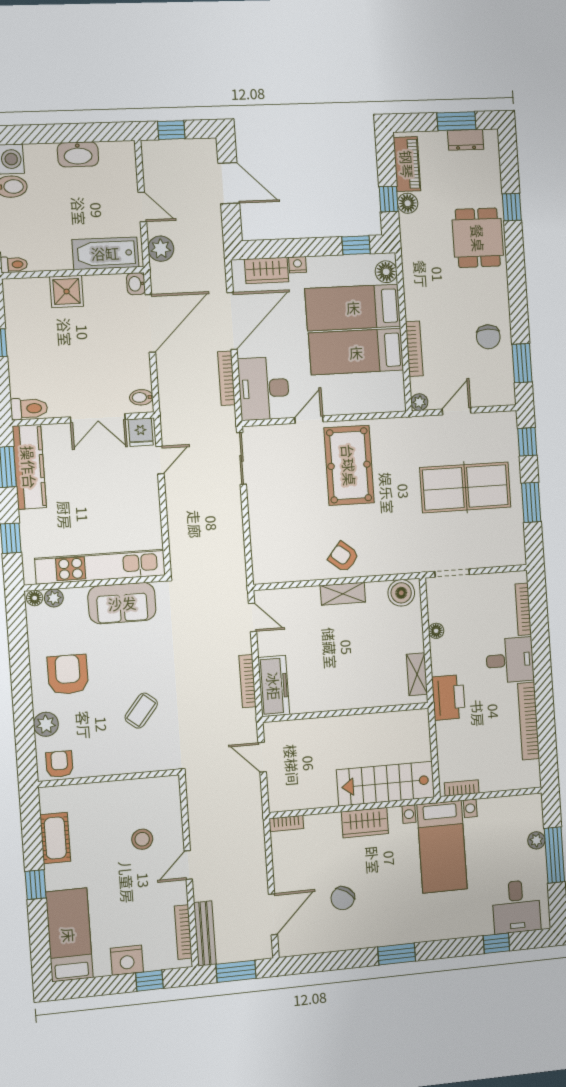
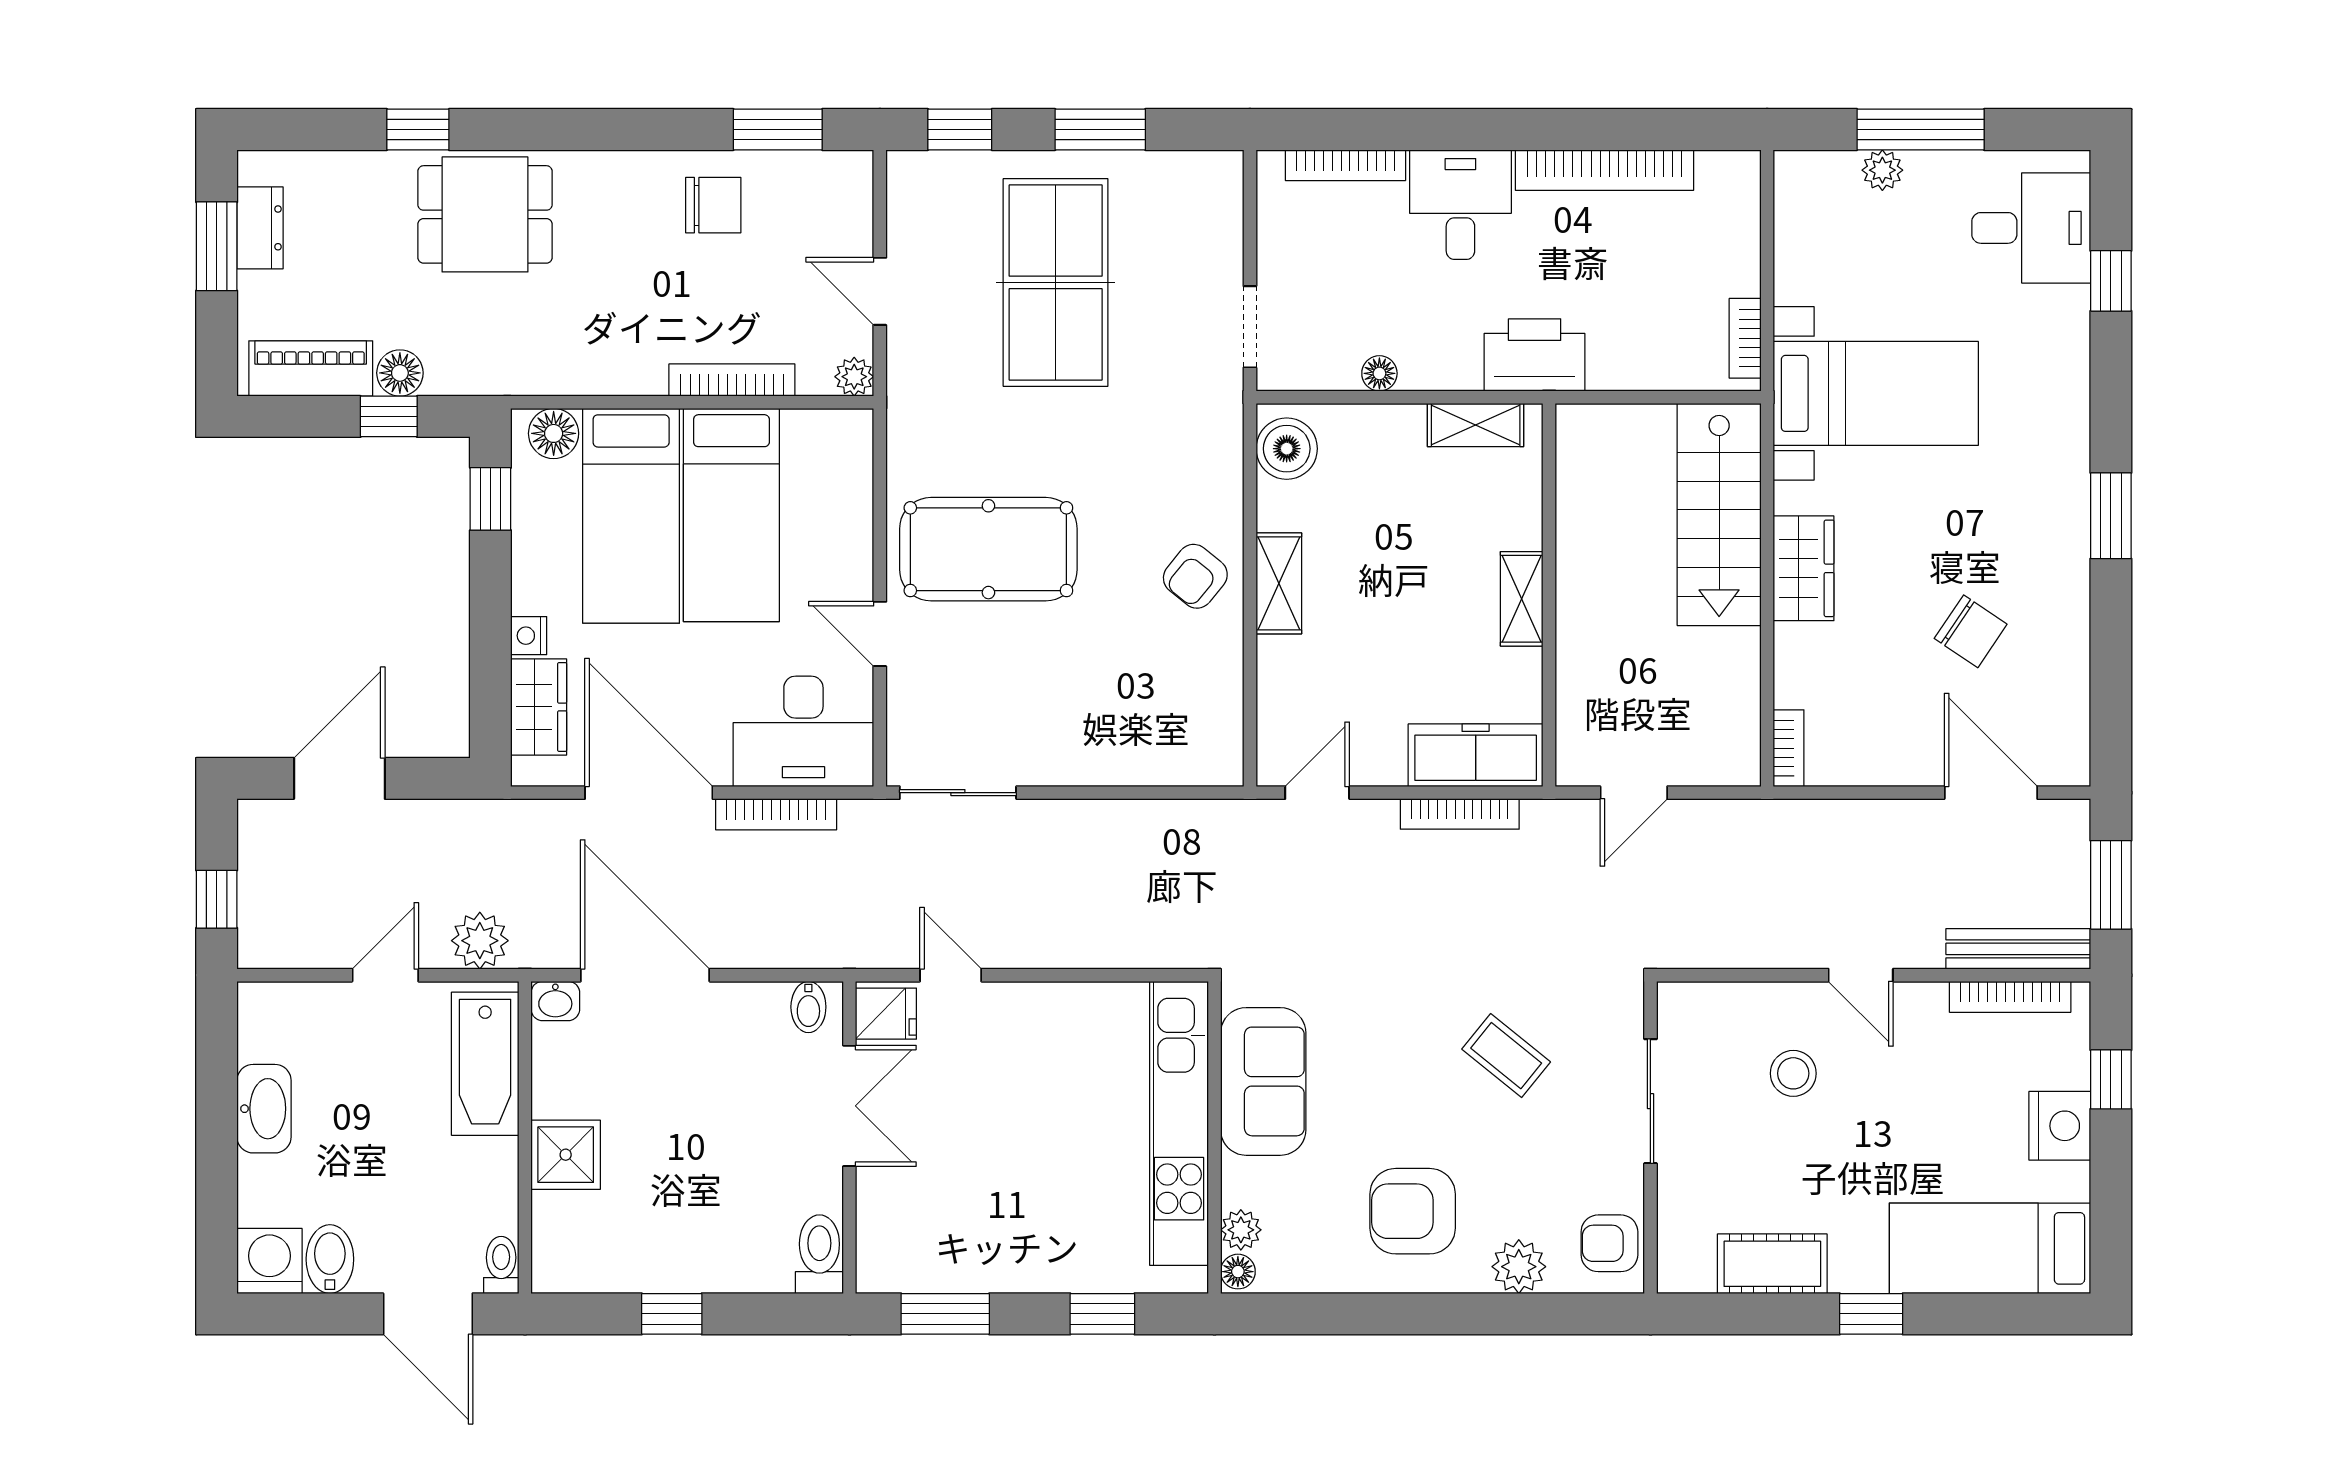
kitchen counter: (29, 467) -> (948, 1263), removed
shelving: (343, 701) -> (1522, 599), added
sliding door: (125, 777) -> (1650, 1101), added

